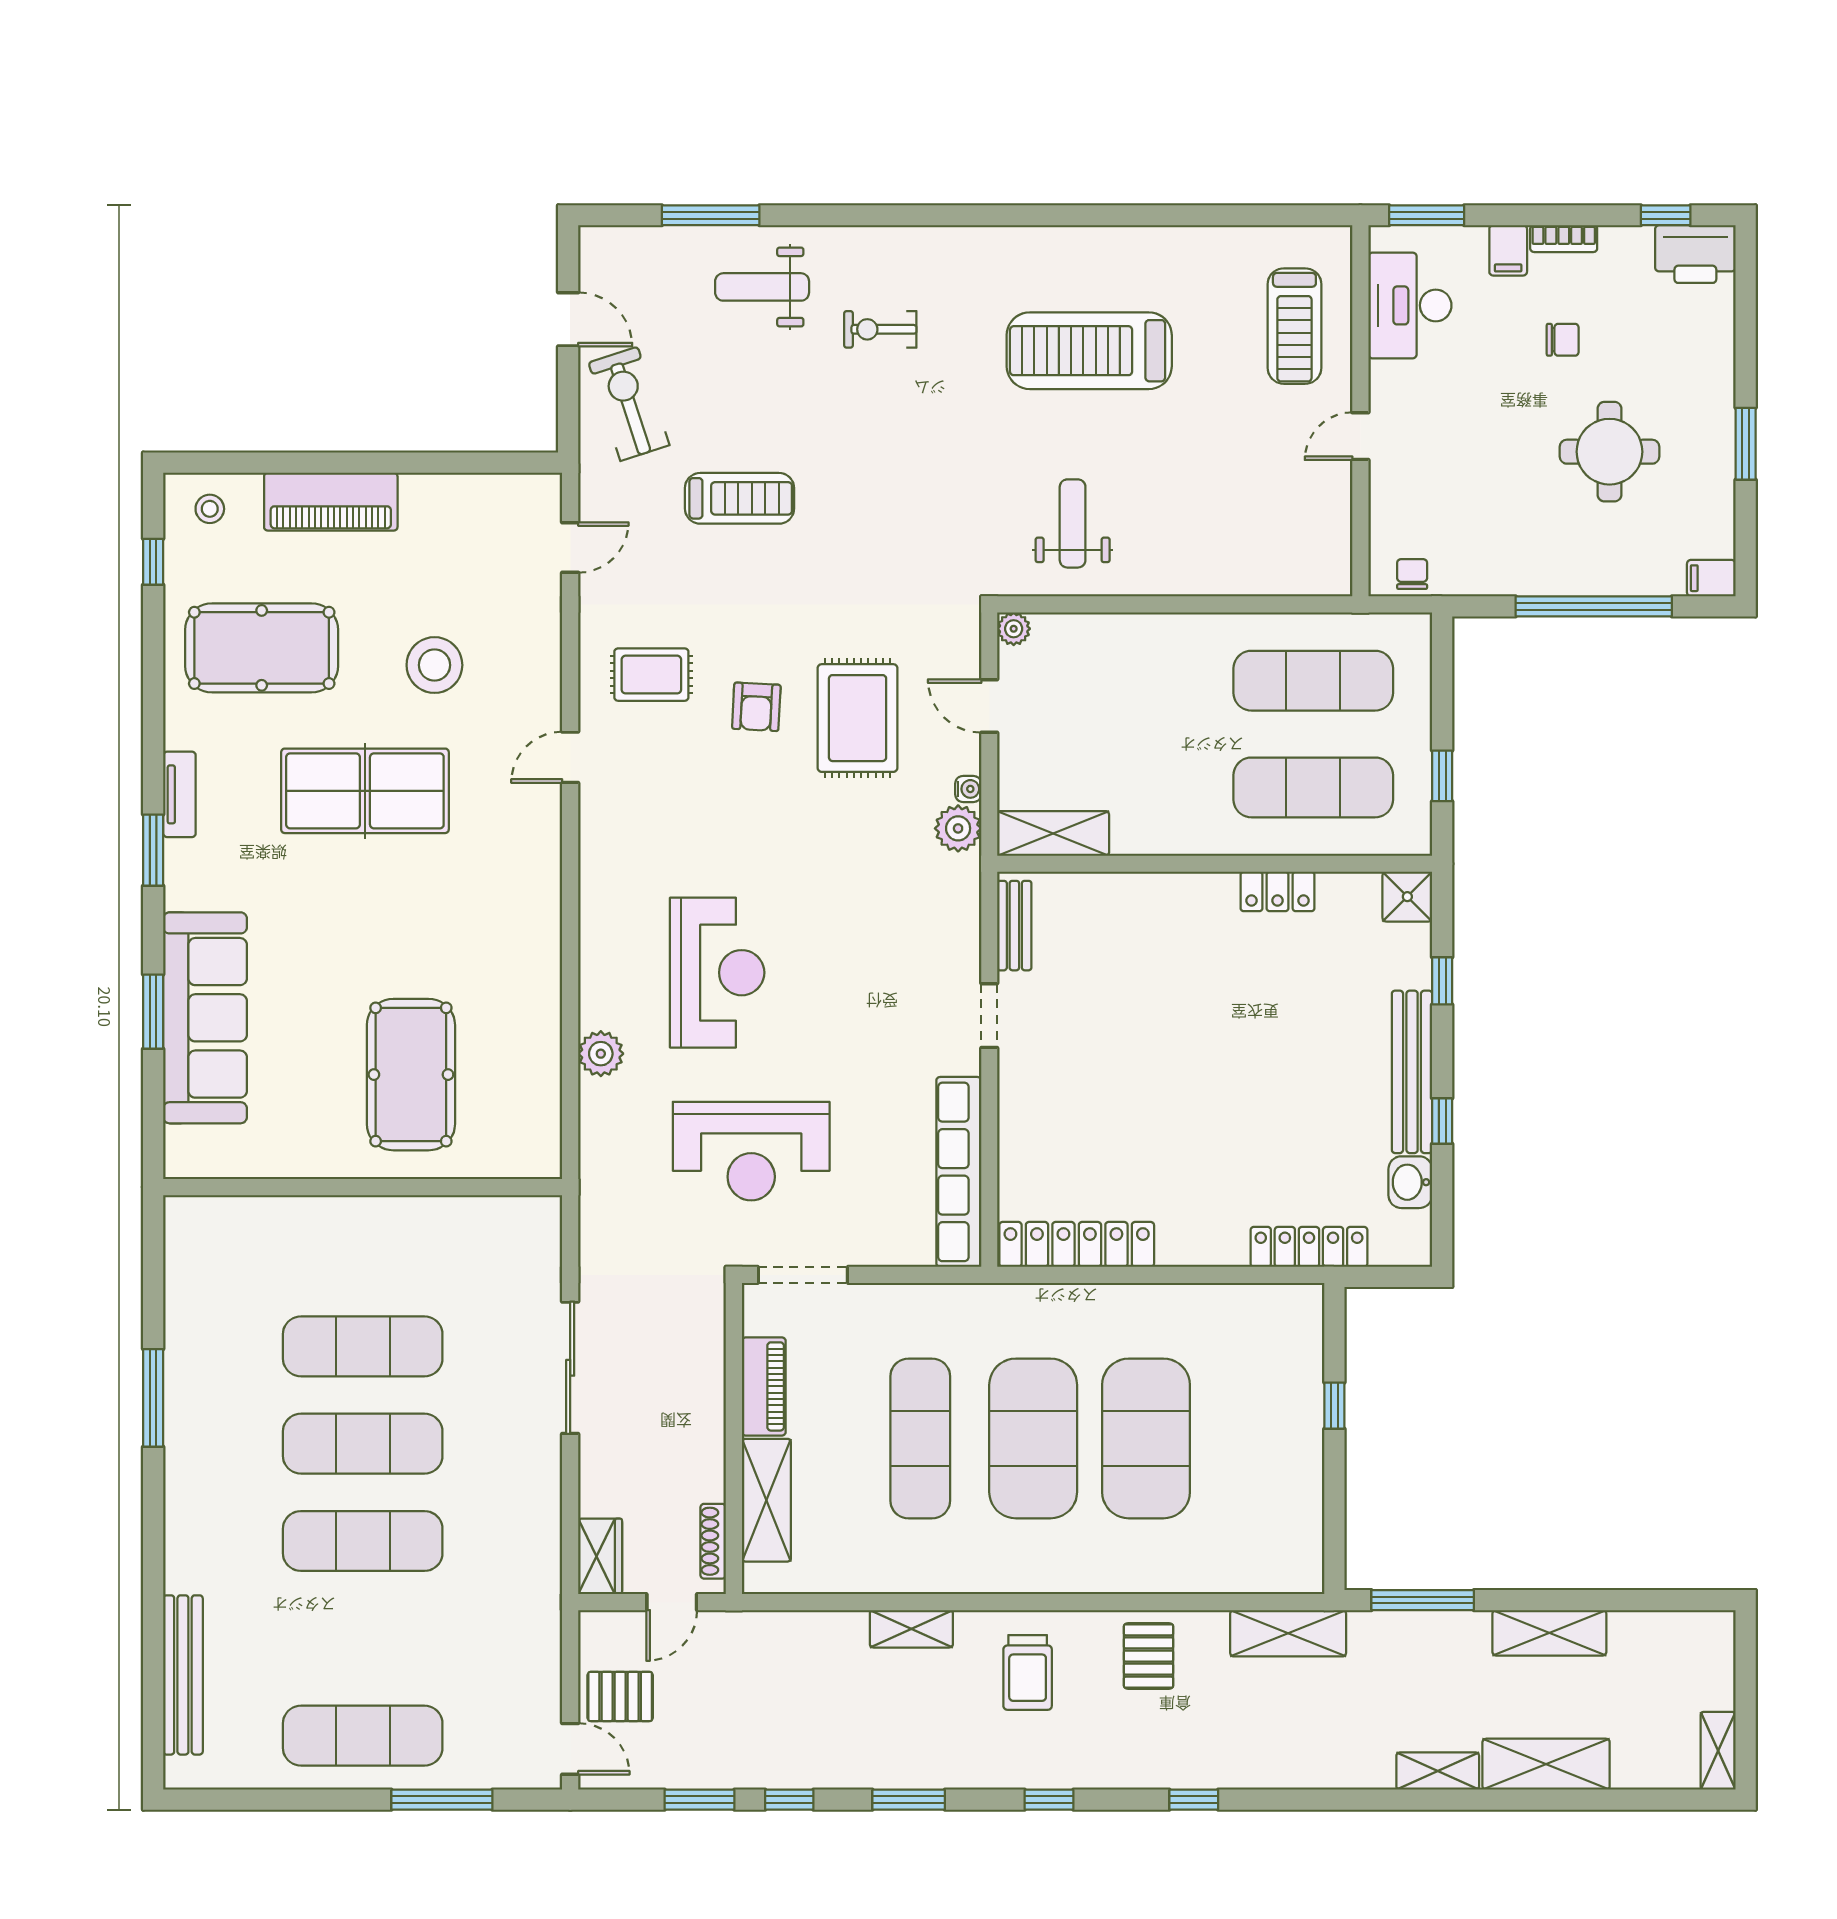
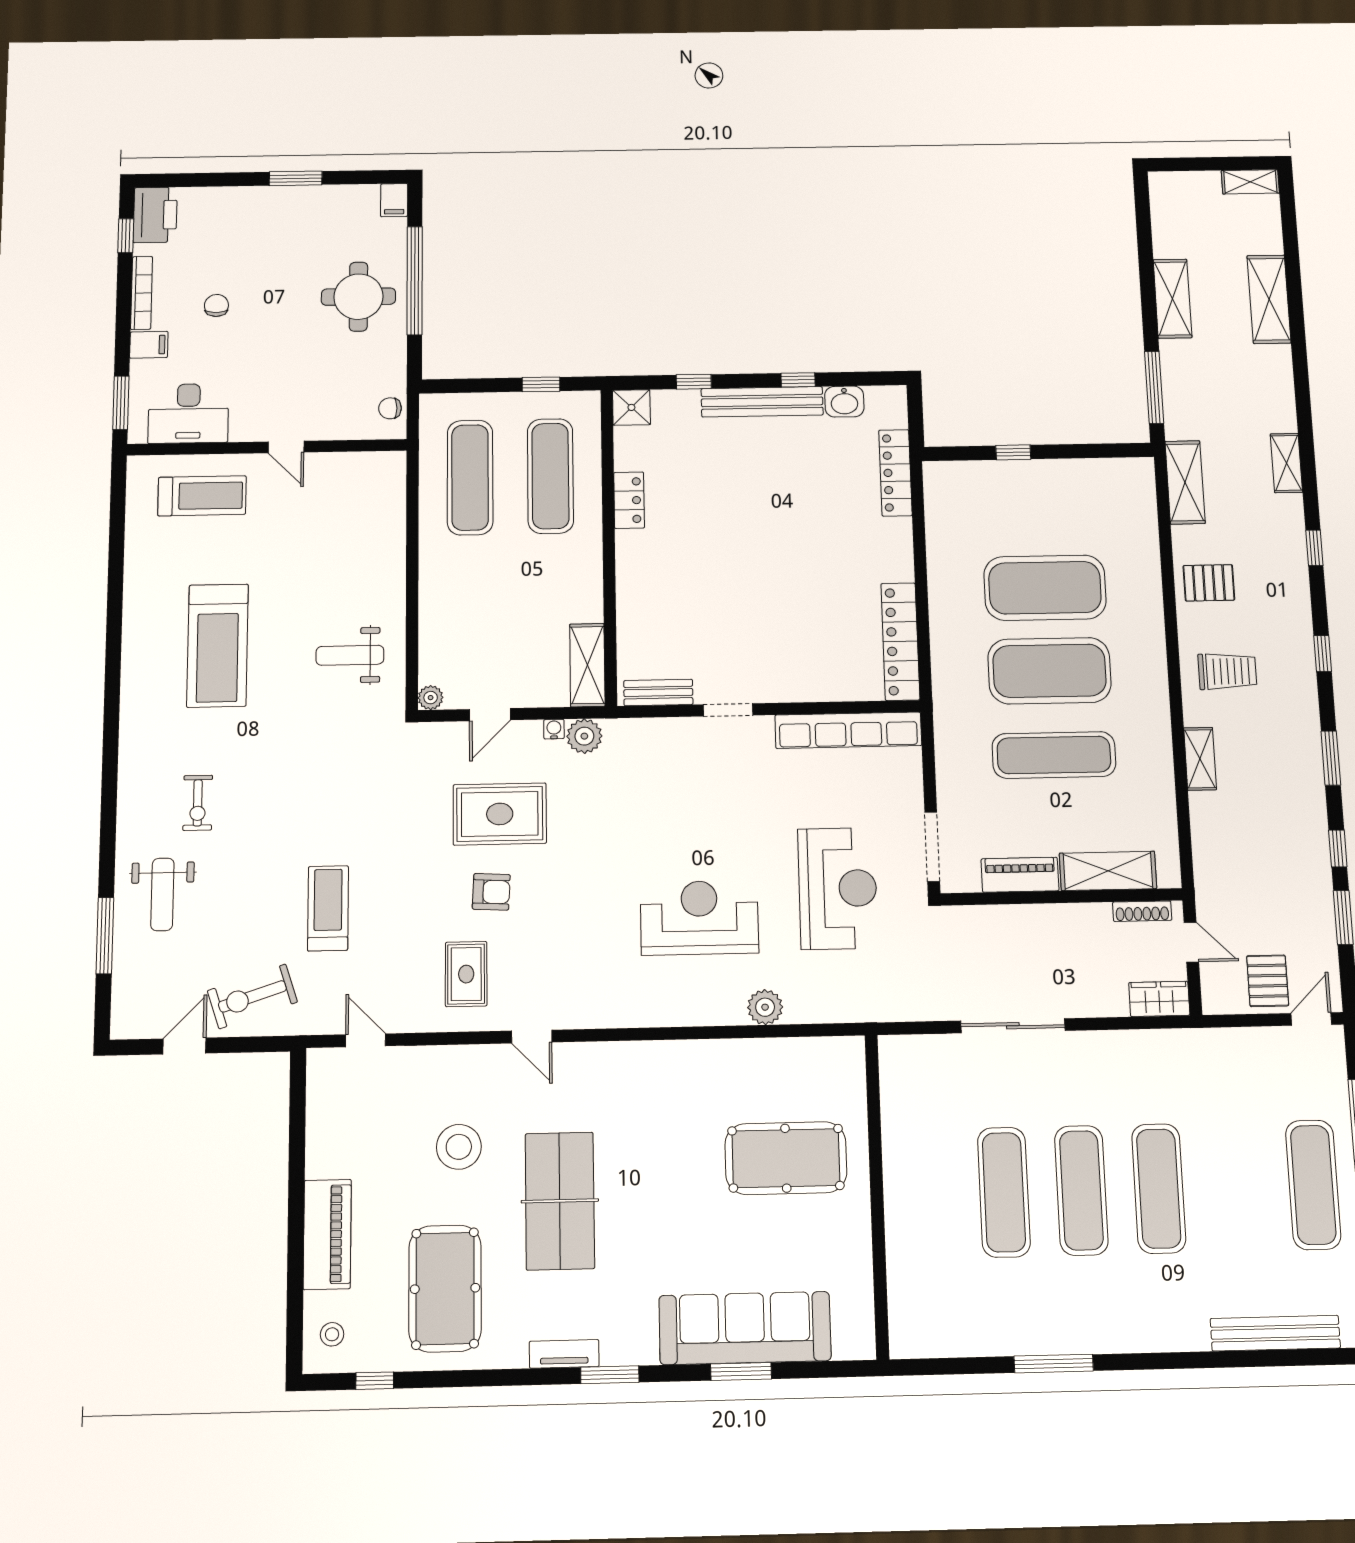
bookcase: (1564, 239) -> (142, 293), width x1.56
round table: (1609, 452) -> (358, 297), moved
shelving: (1438, 1771) -> (1286, 463), moved

